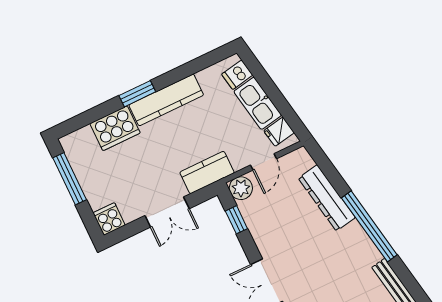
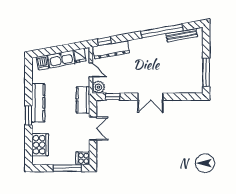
cooker: (115, 128) -> (40, 145), moved
window: (322, 161) -> (104, 41), added
window: (70, 179) -> (67, 168), moved
dresser: (327, 198) -> (111, 50), moved
window: (369, 226) -> (162, 31), moved

